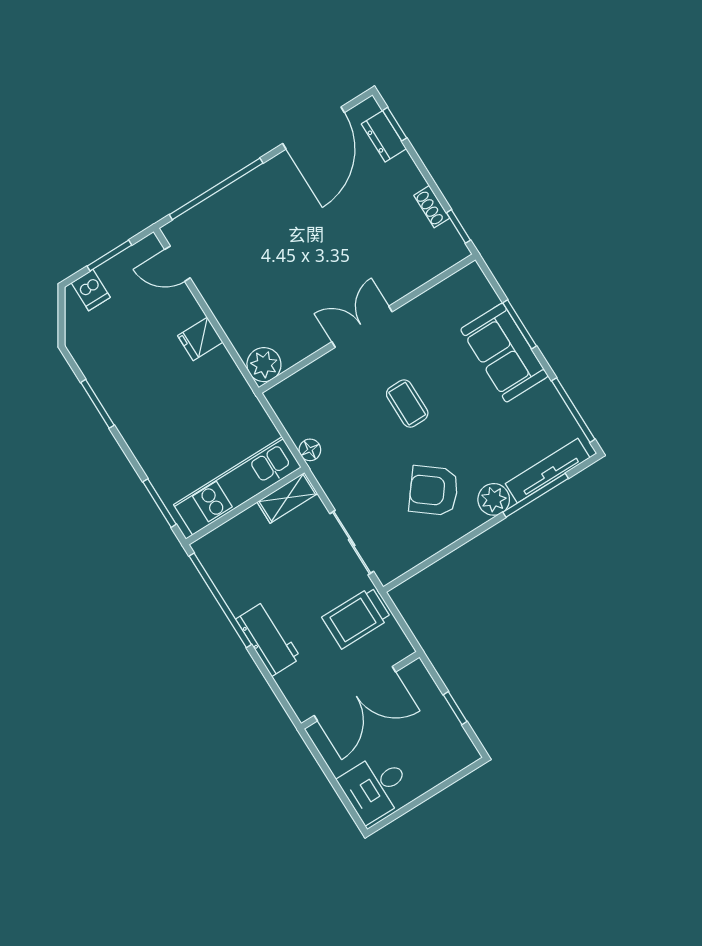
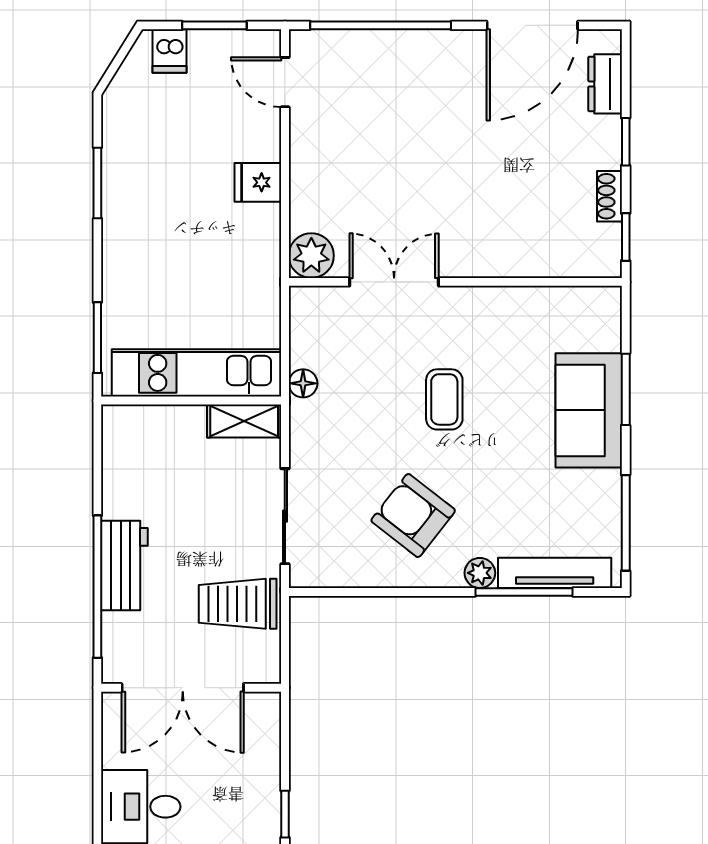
window: (395, 124) -> (626, 142), moved
double door: (362, 327) -> (394, 282), moved
plant: (494, 499) -> (480, 573), width x0.73, depth x0.73
window: (220, 600) -> (97, 587), moved
window: (455, 708) -> (285, 814), moved

